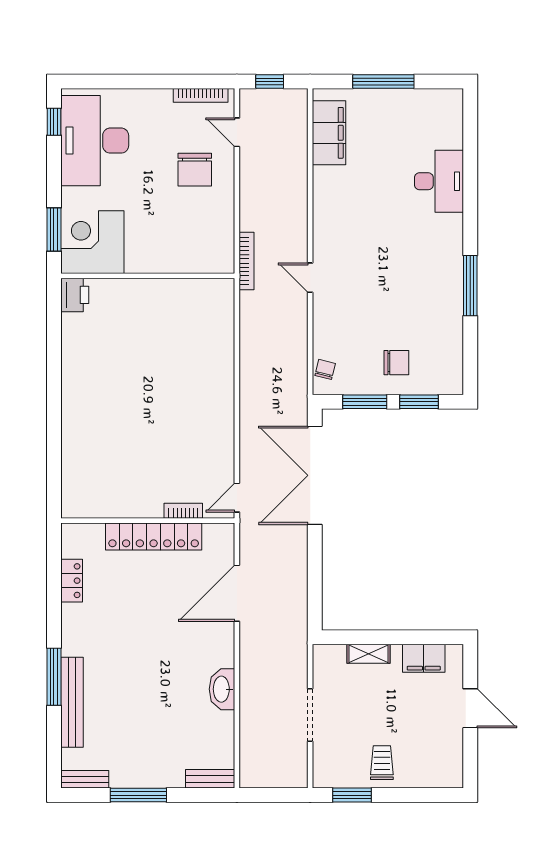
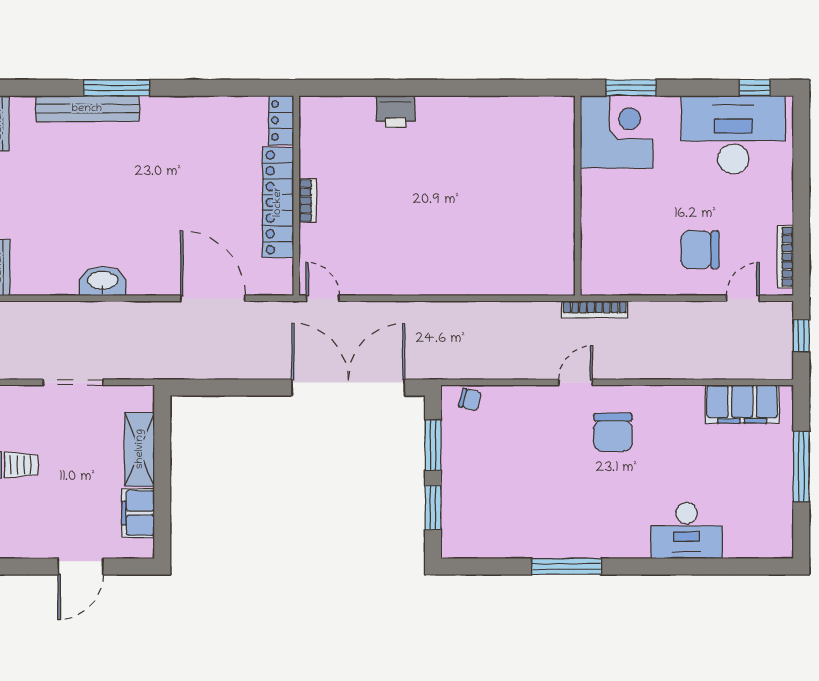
printer: (75, 295) -> (396, 112), moved
chair: (396, 363) -> (613, 432), moved, width x1.37, depth x1.37
bookcase: (183, 511) -> (308, 201), moved
locker: (72, 581) -> (281, 120), moved, turned 90
shelving: (369, 654) -> (140, 449), width x1.50, depth x1.33

